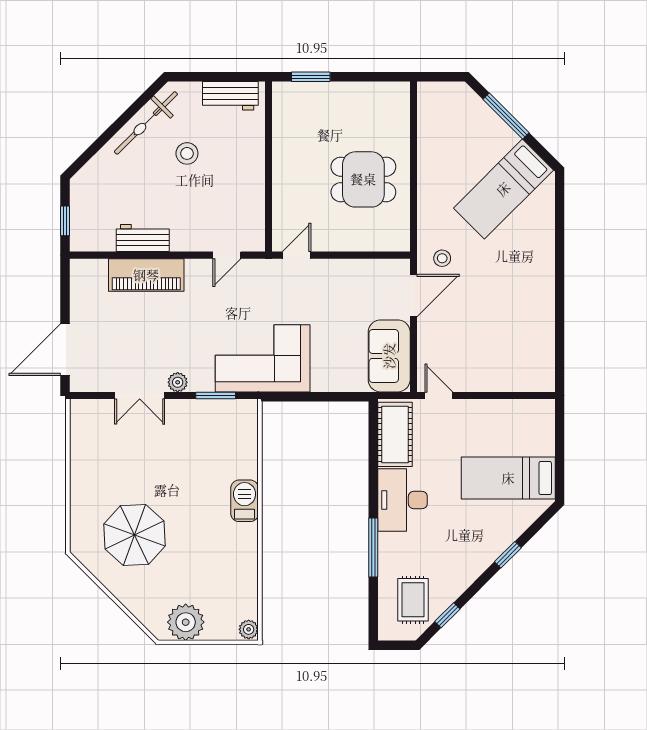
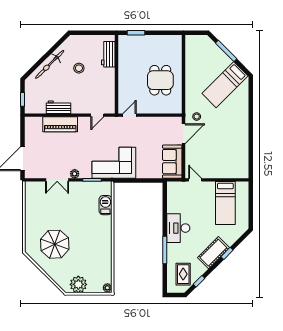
workbench: (230, 96) -> (108, 54), moved, turned 90
bicycle: (146, 123) -> (50, 64), moved
dining table: (363, 179) -> (160, 80), turned 90
cot: (395, 434) -> (213, 253), moved, turned 45
bed: (508, 478) -> (225, 203), moved, turned -90
barbecue: (245, 501) -> (105, 205), moved

